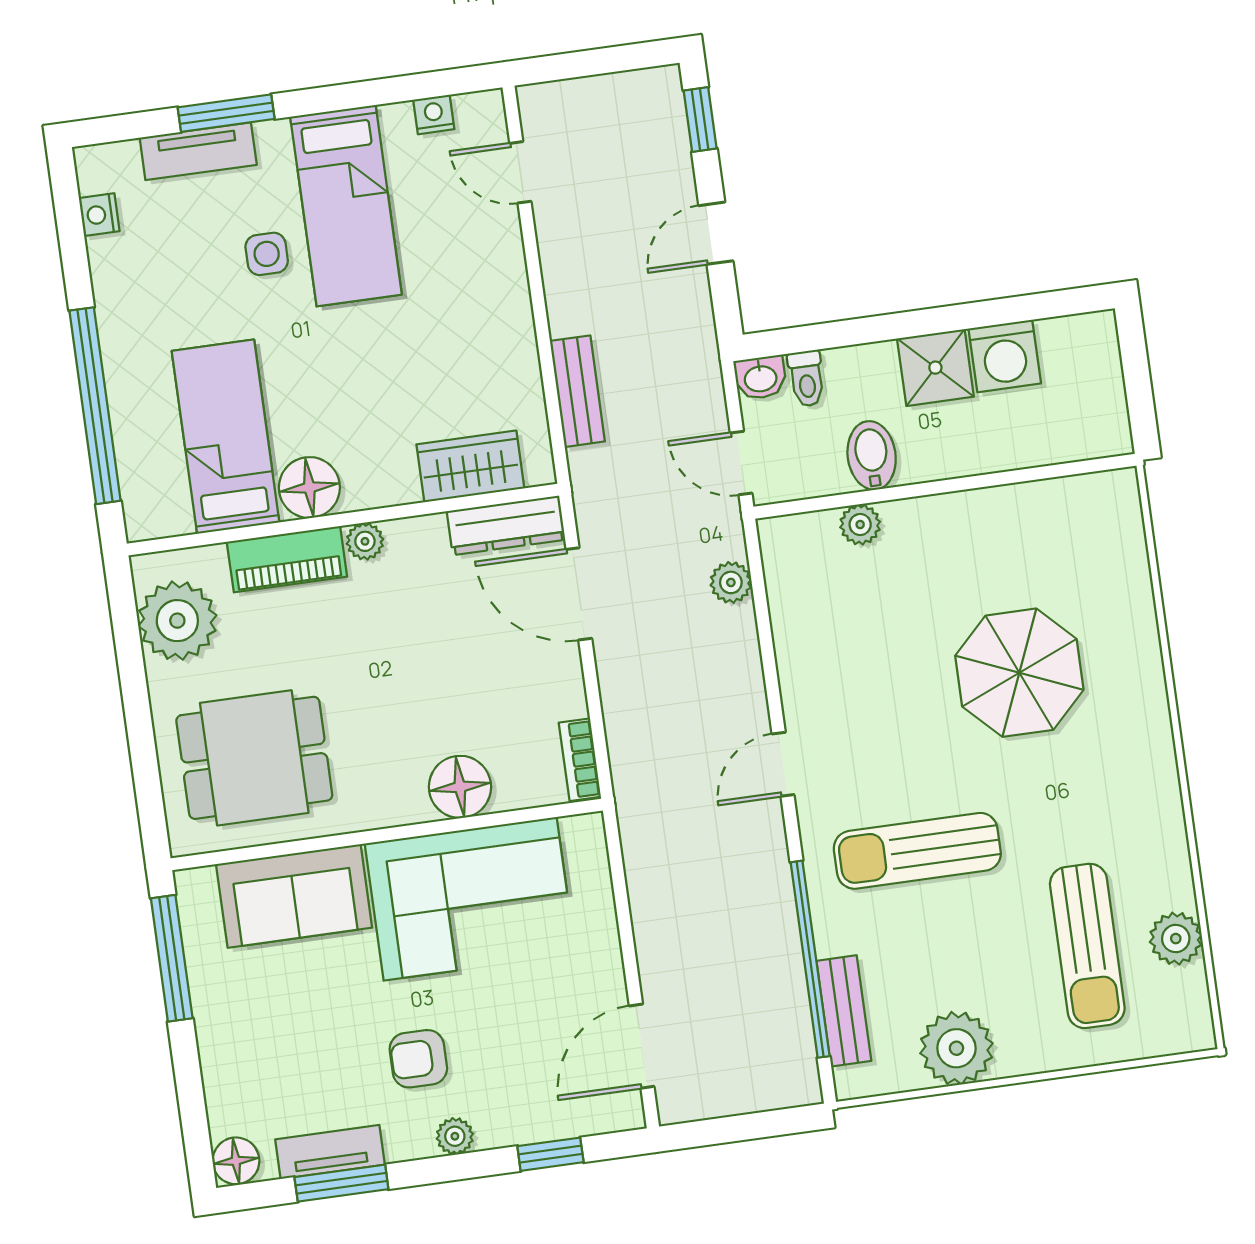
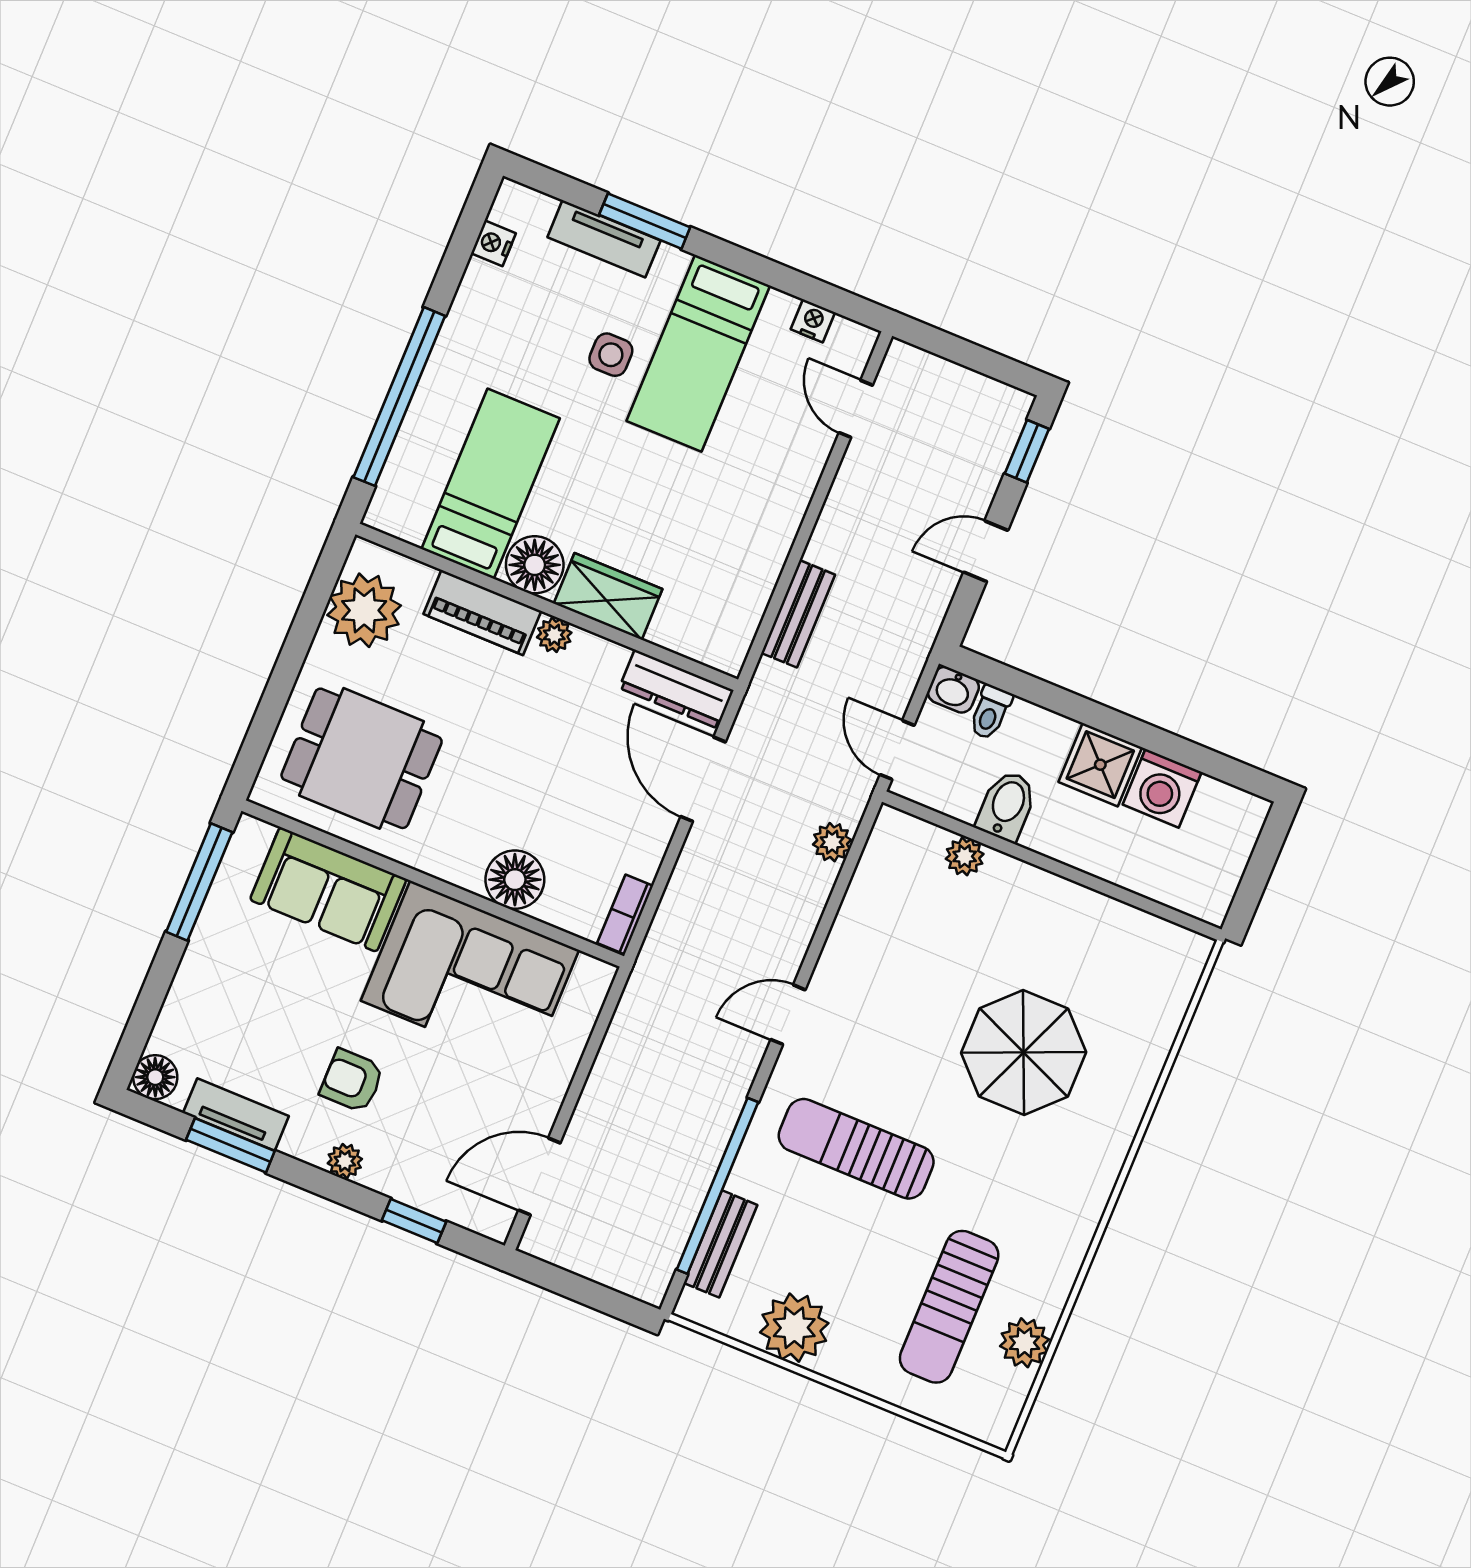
wardrobe: (470, 466) -> (608, 596), moved

